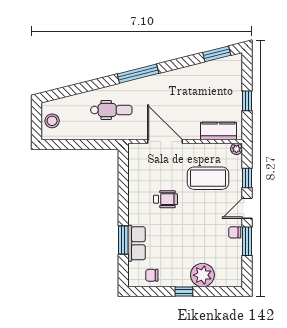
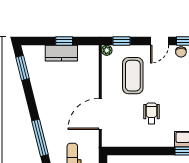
kitchen counter: (219, 131) -> (61, 53), moved, turned -90
window: (247, 178) -> (121, 41), moved
door: (247, 208) -> (160, 41), hinge flipped

